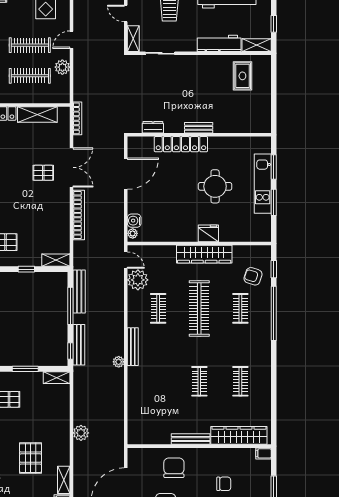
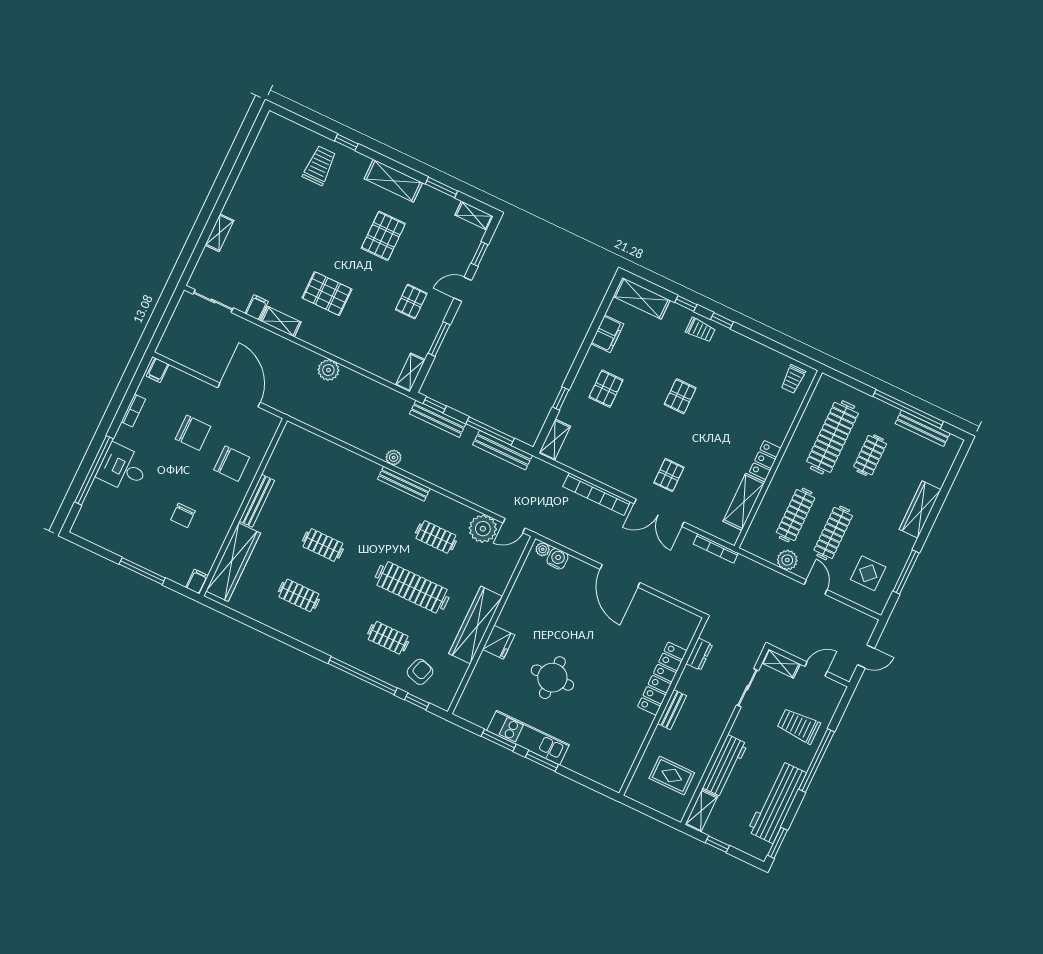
dresser: (153, 127) -> (699, 654), moved
bench: (199, 128) -> (672, 710), moved
wall: (199, 135) -> (663, 707), moved
locker: (181, 144) -> (662, 679), moved

